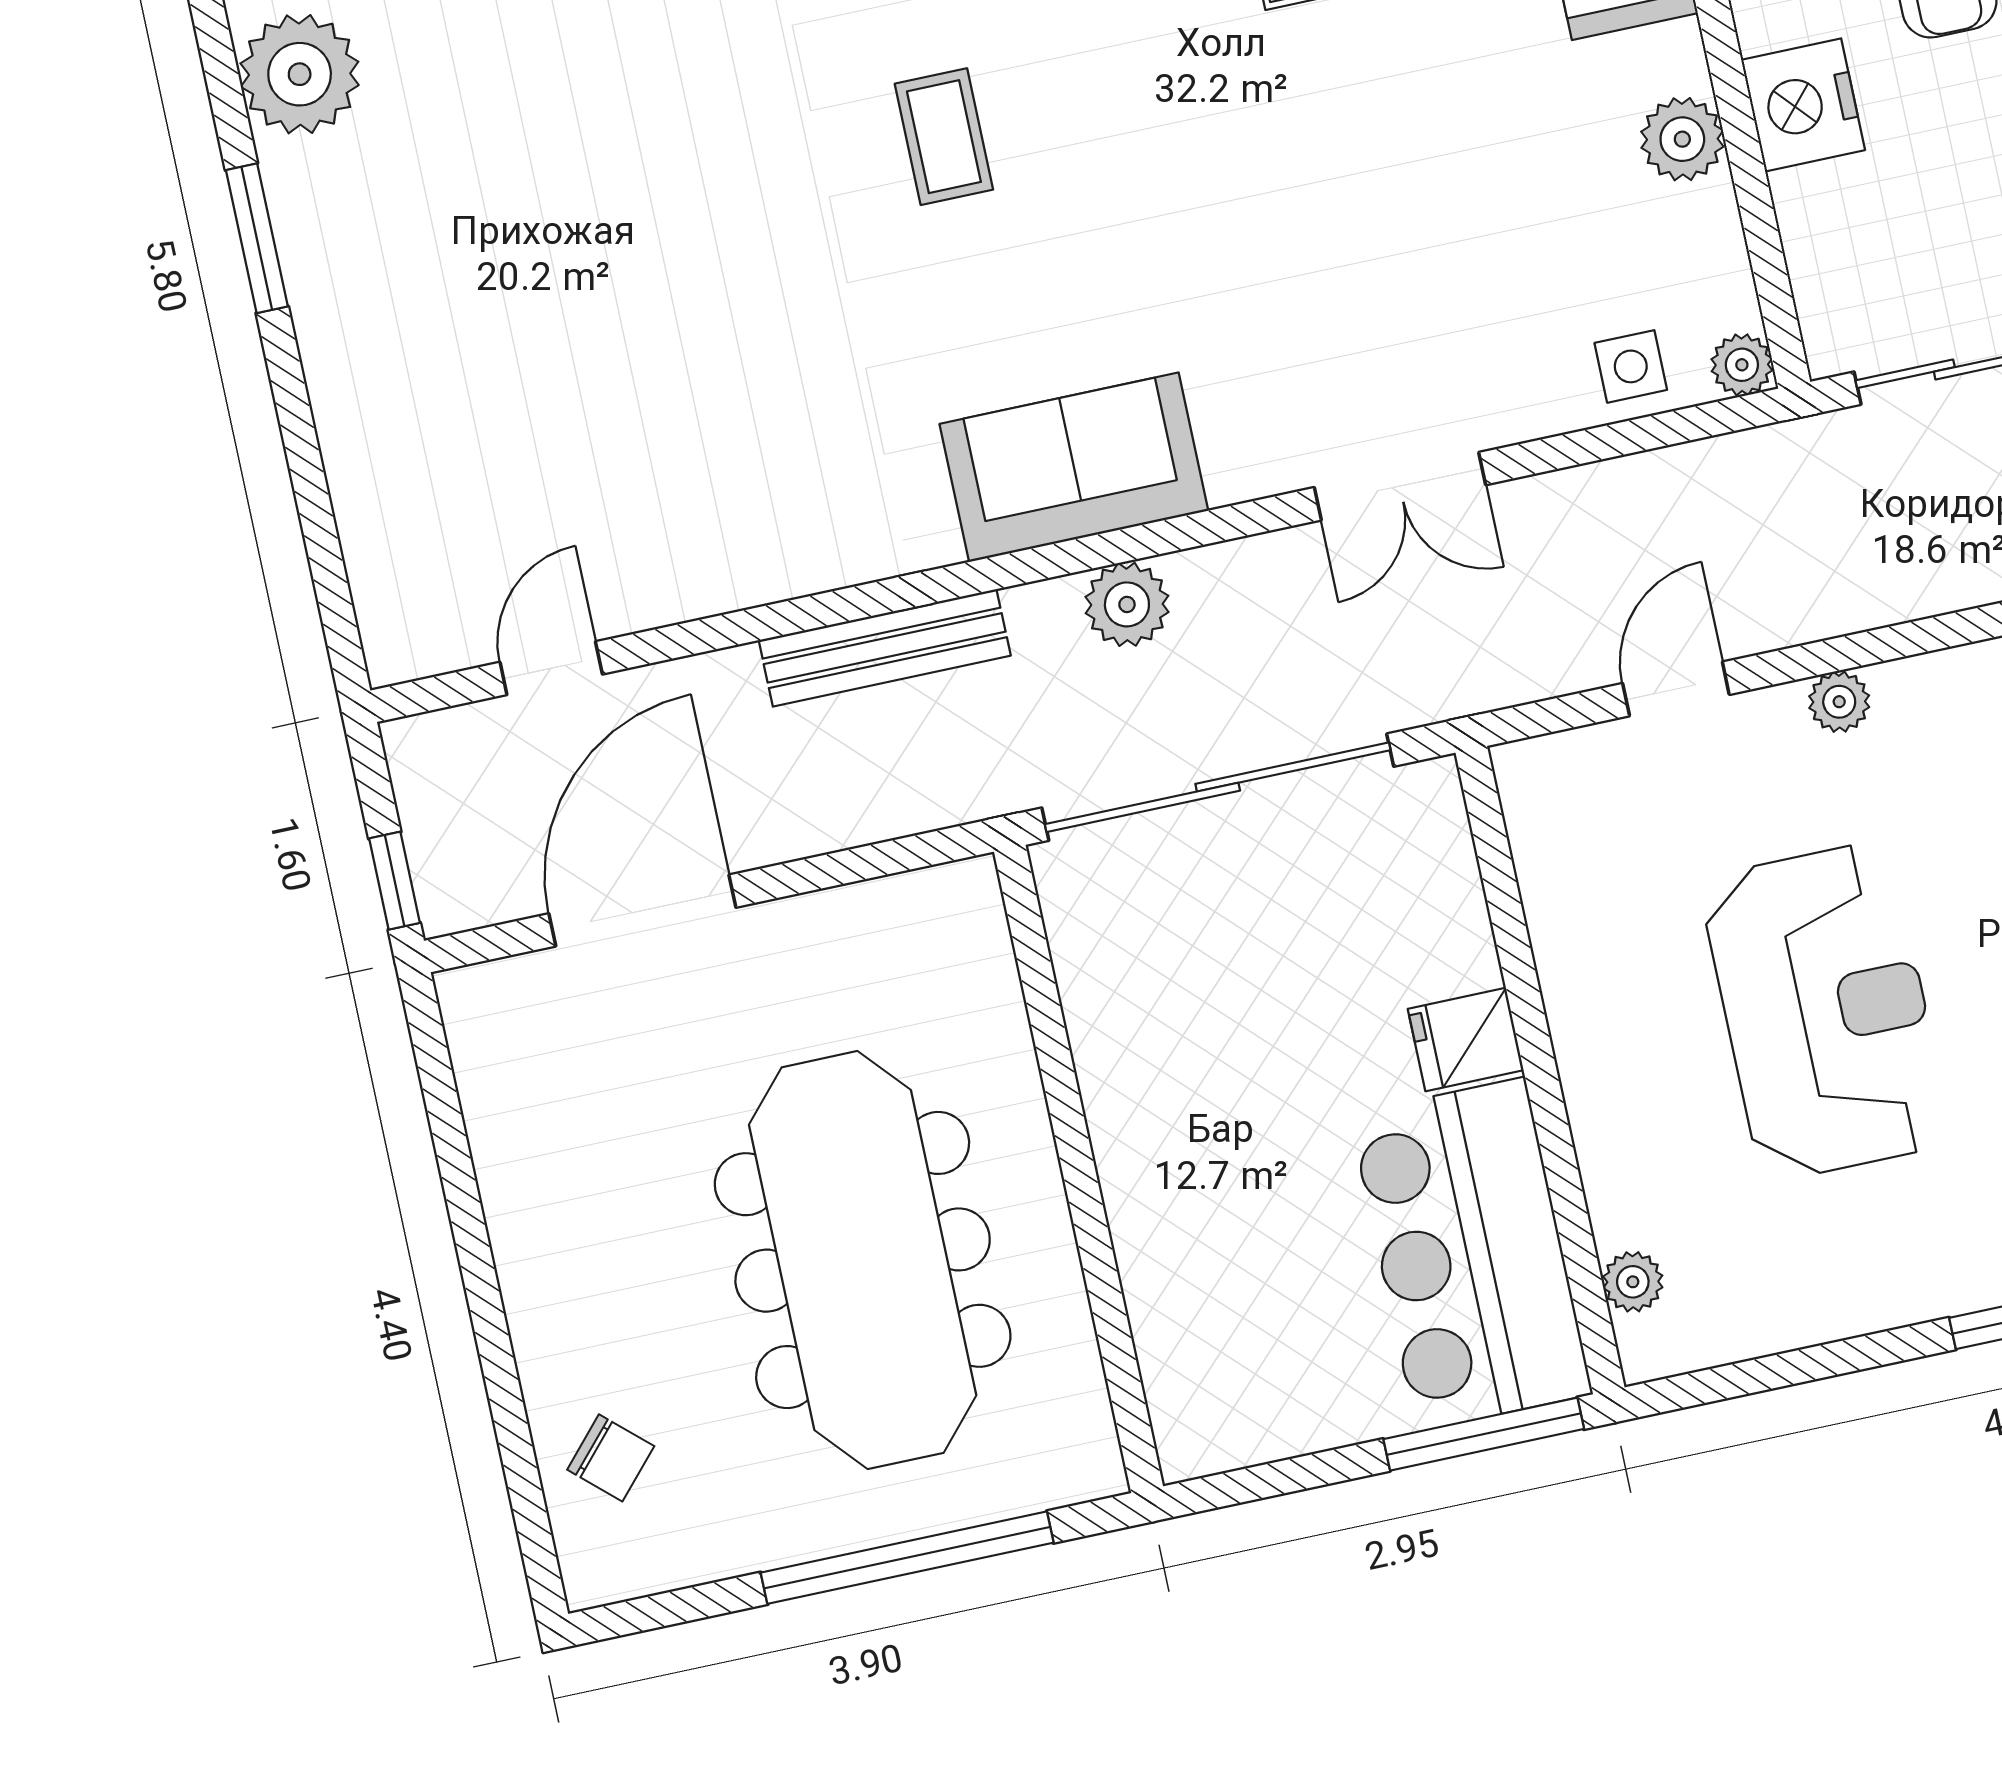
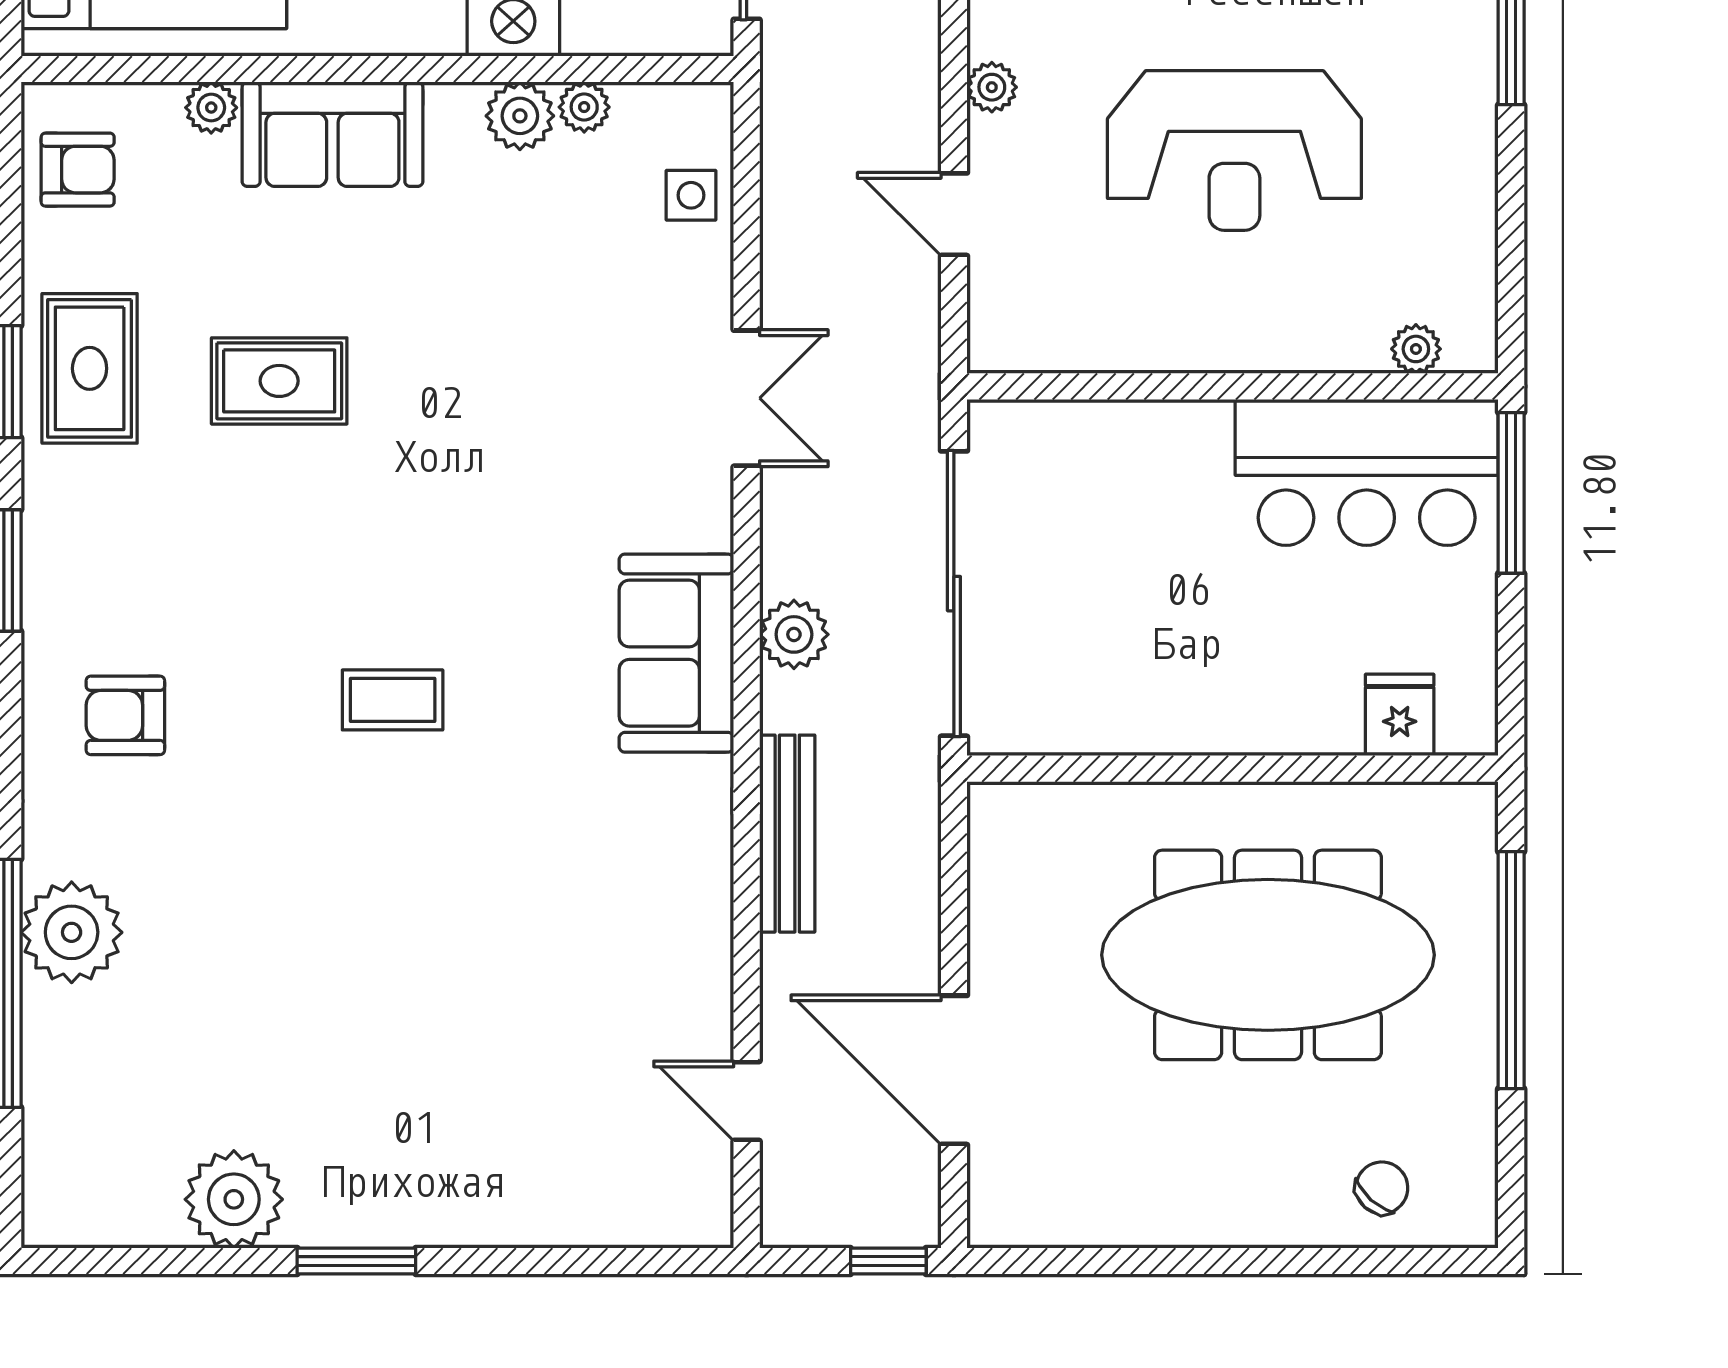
plant: (1742, 365) -> (584, 107), moved
reception desk: (1826, 1011) -> (1234, 150), turned 180
fridge: (1466, 1040) -> (1400, 715), moved, turned 180

